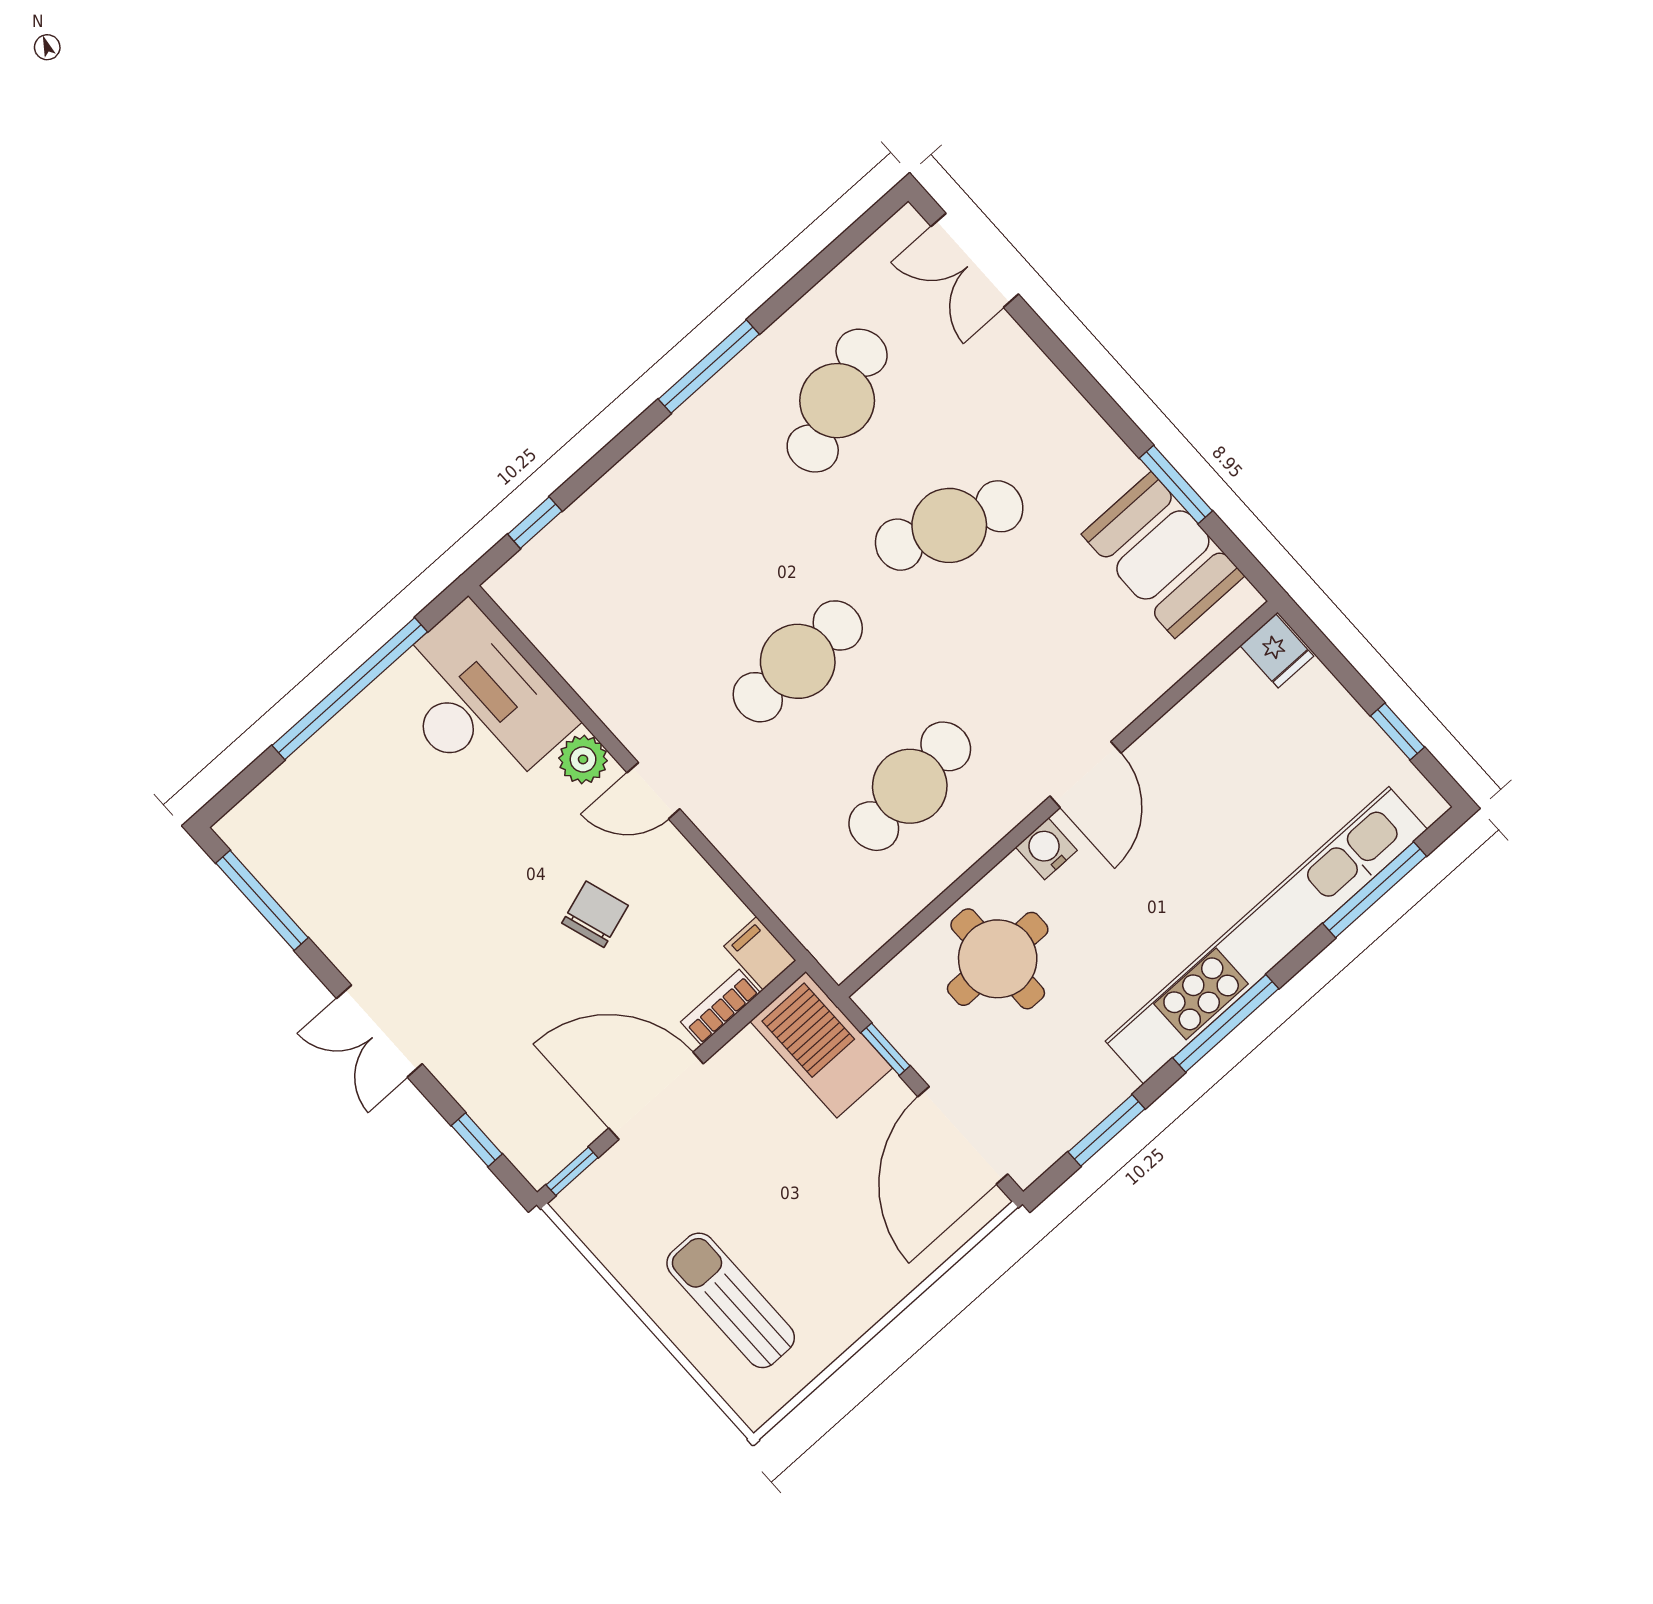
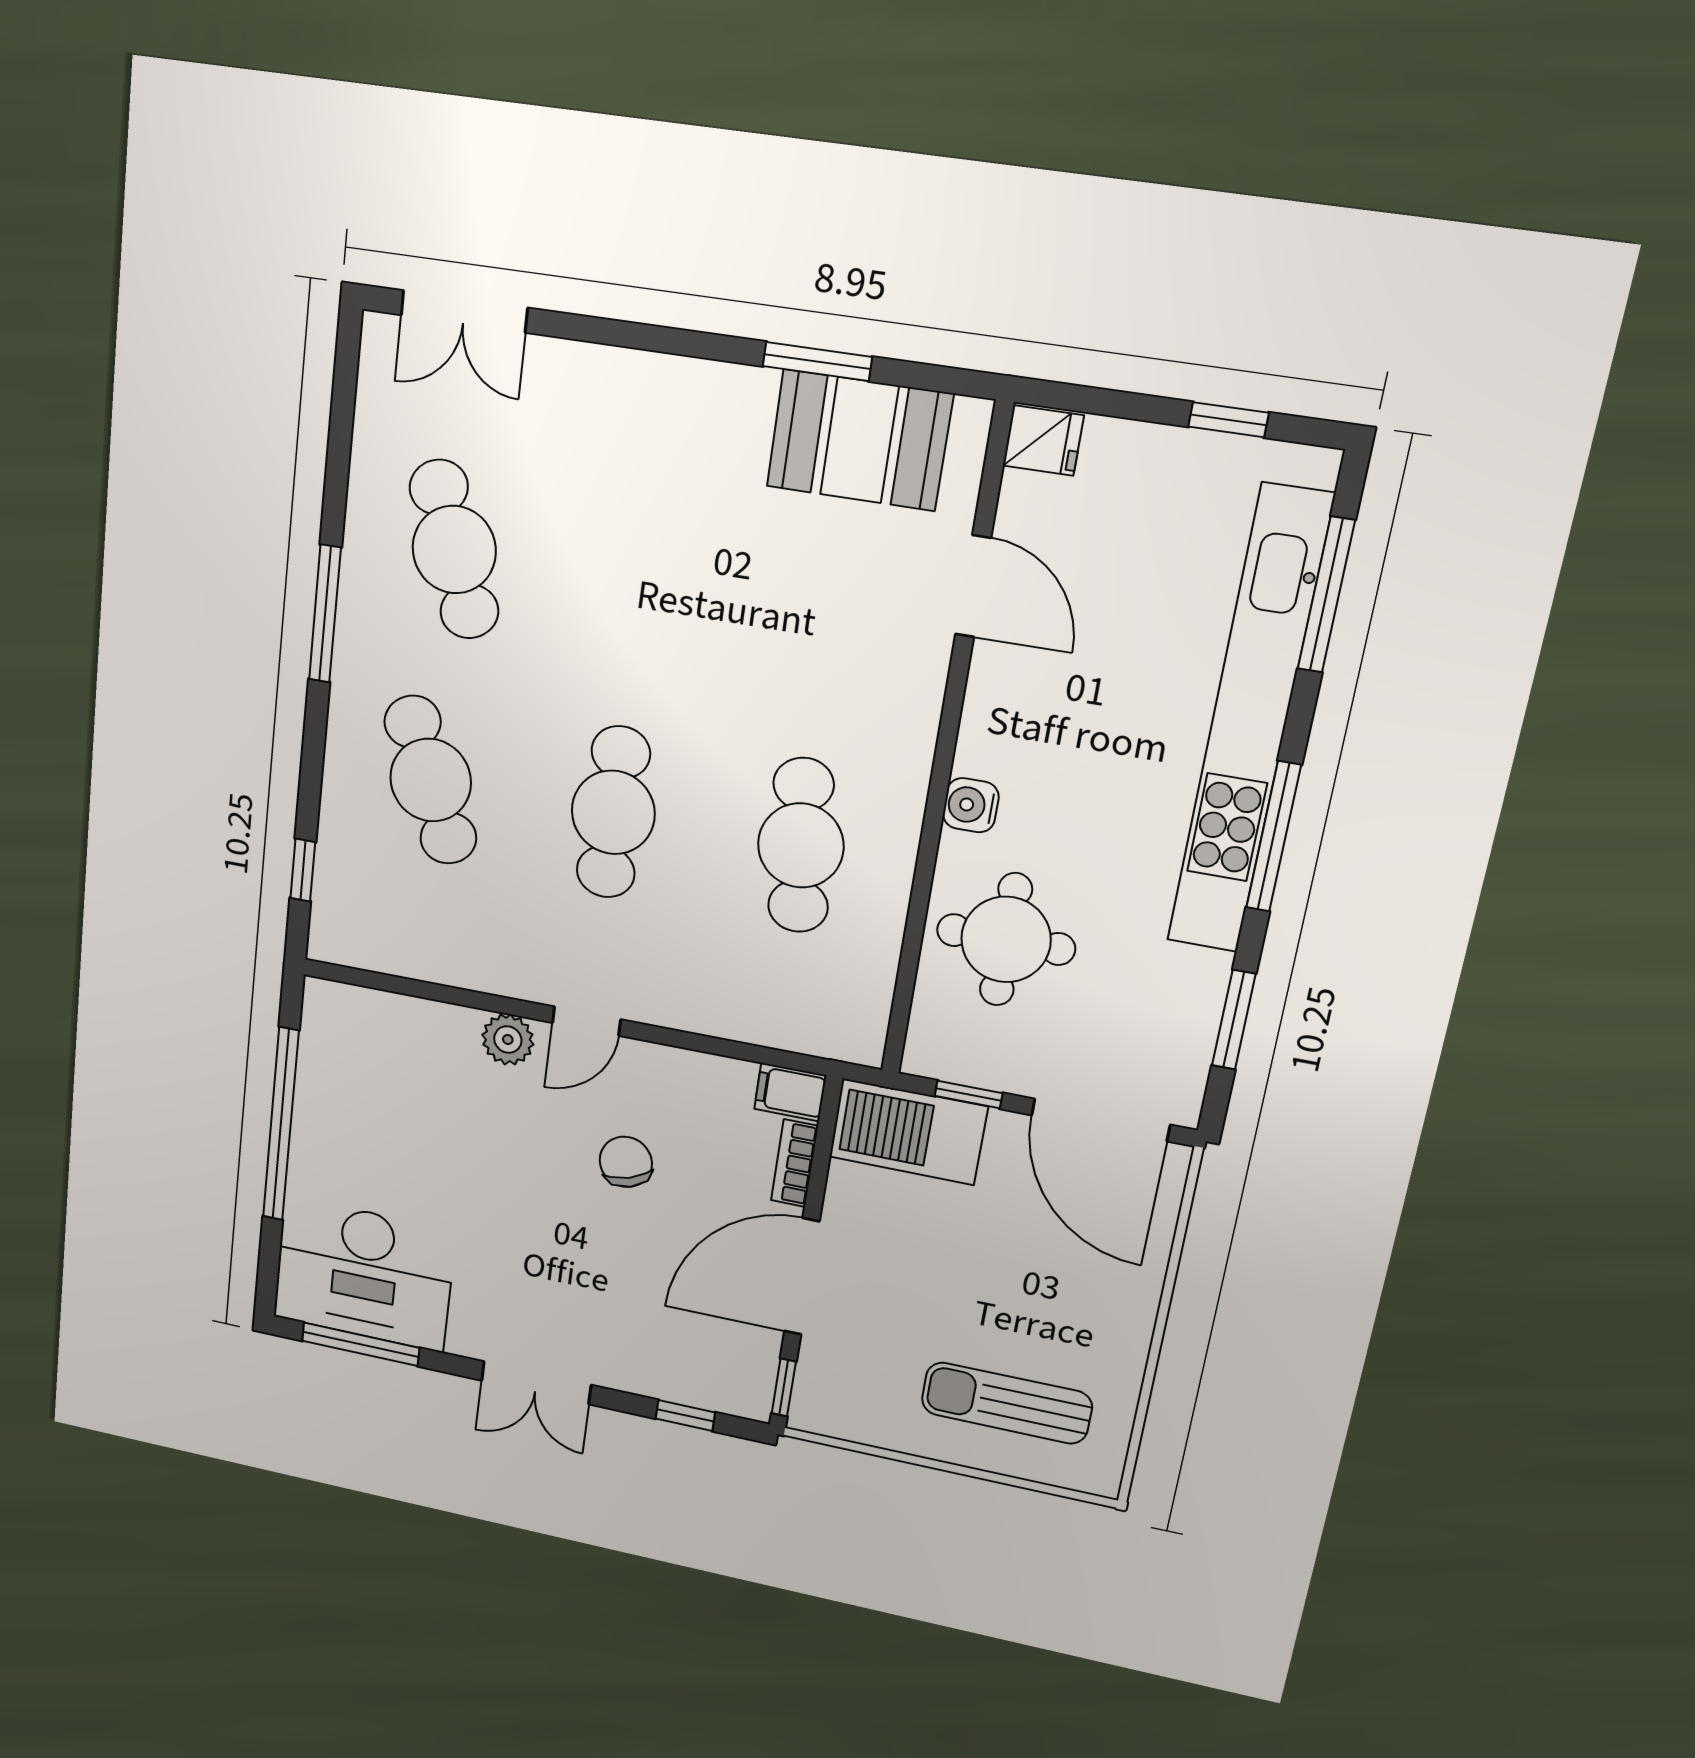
cafe table: (949, 525) -> (431, 780), moved, turned -45
desk: (478, 701) -> (364, 1274), moved, turned 180
door: (1085, 775) -> (973, 586), moved

